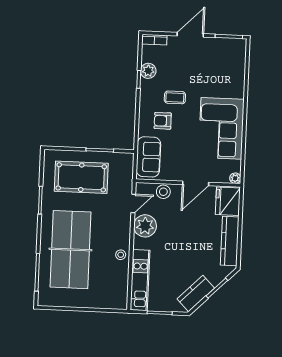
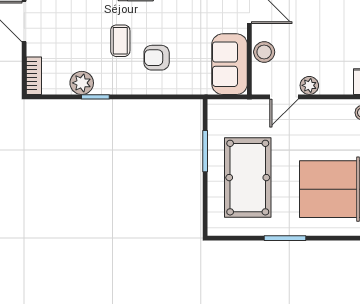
armchair: (163, 121) -> (157, 58), turned 90
sofa: (148, 157) -> (230, 64), moved, turned -90
door: (133, 203) -> (284, 97), swing flipped
plant: (145, 226) -> (309, 85), width x0.53, depth x0.53

